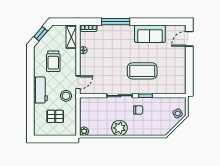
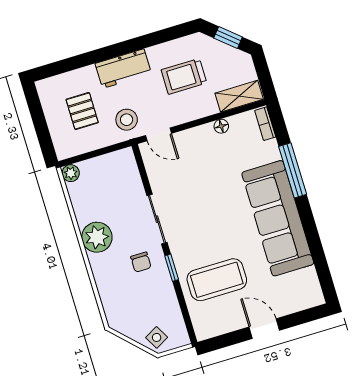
sofa: (150, 34) -> (278, 218), width x1.85, depth x1.27
door: (189, 39) -> (264, 329), moved
coffee table: (142, 71) -> (217, 280), moved, turned 90

